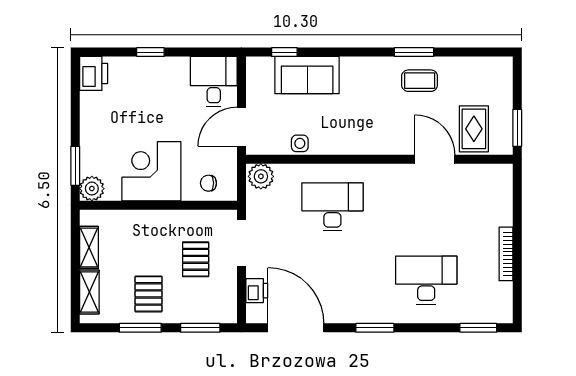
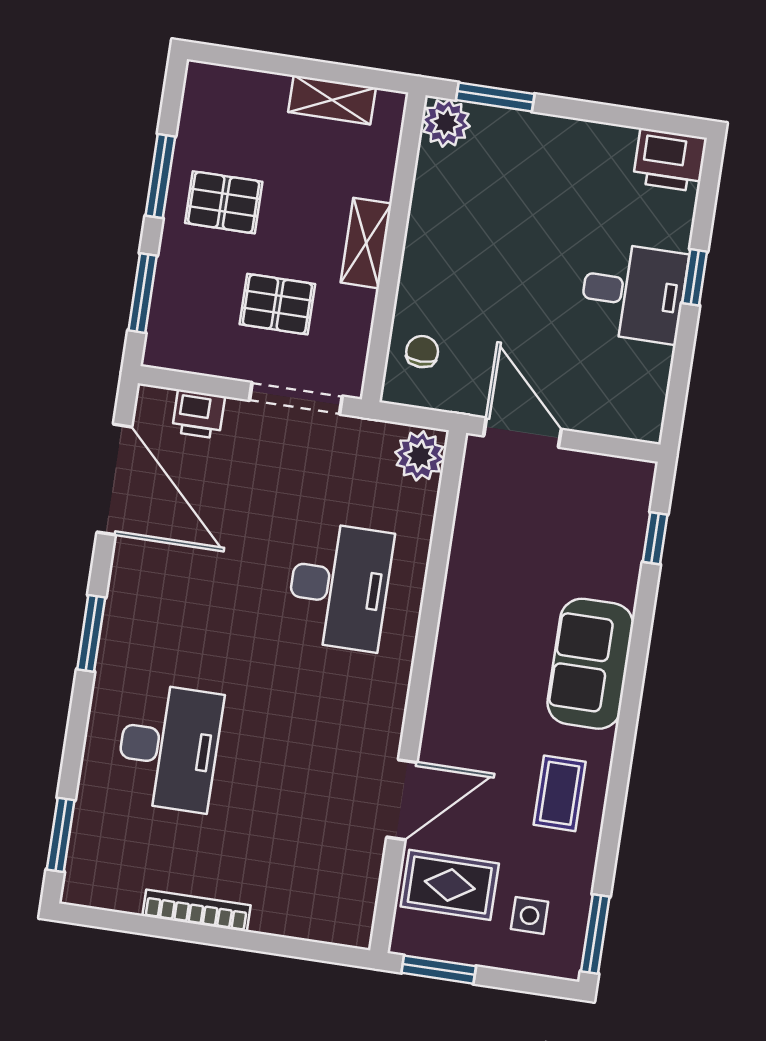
window: (414, 52) -> (595, 934), moved
sofa: (307, 75) -> (590, 664), moved
desk: (214, 82) -> (633, 292), moved
side table: (300, 143) -> (530, 915), moved
corner desk: (151, 171) -> (462, 244), removed
shelving: (89, 292) -> (366, 243), moved, turned 90
door: (296, 328) -> (114, 479), hinge flipped

